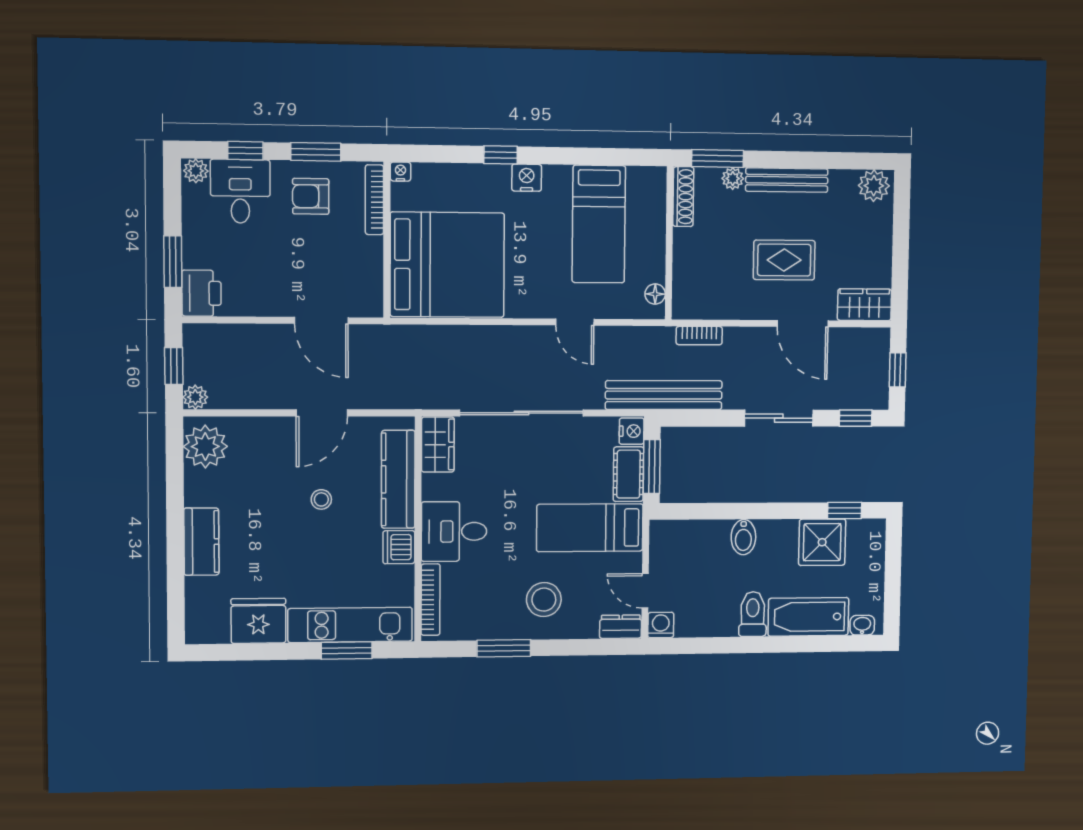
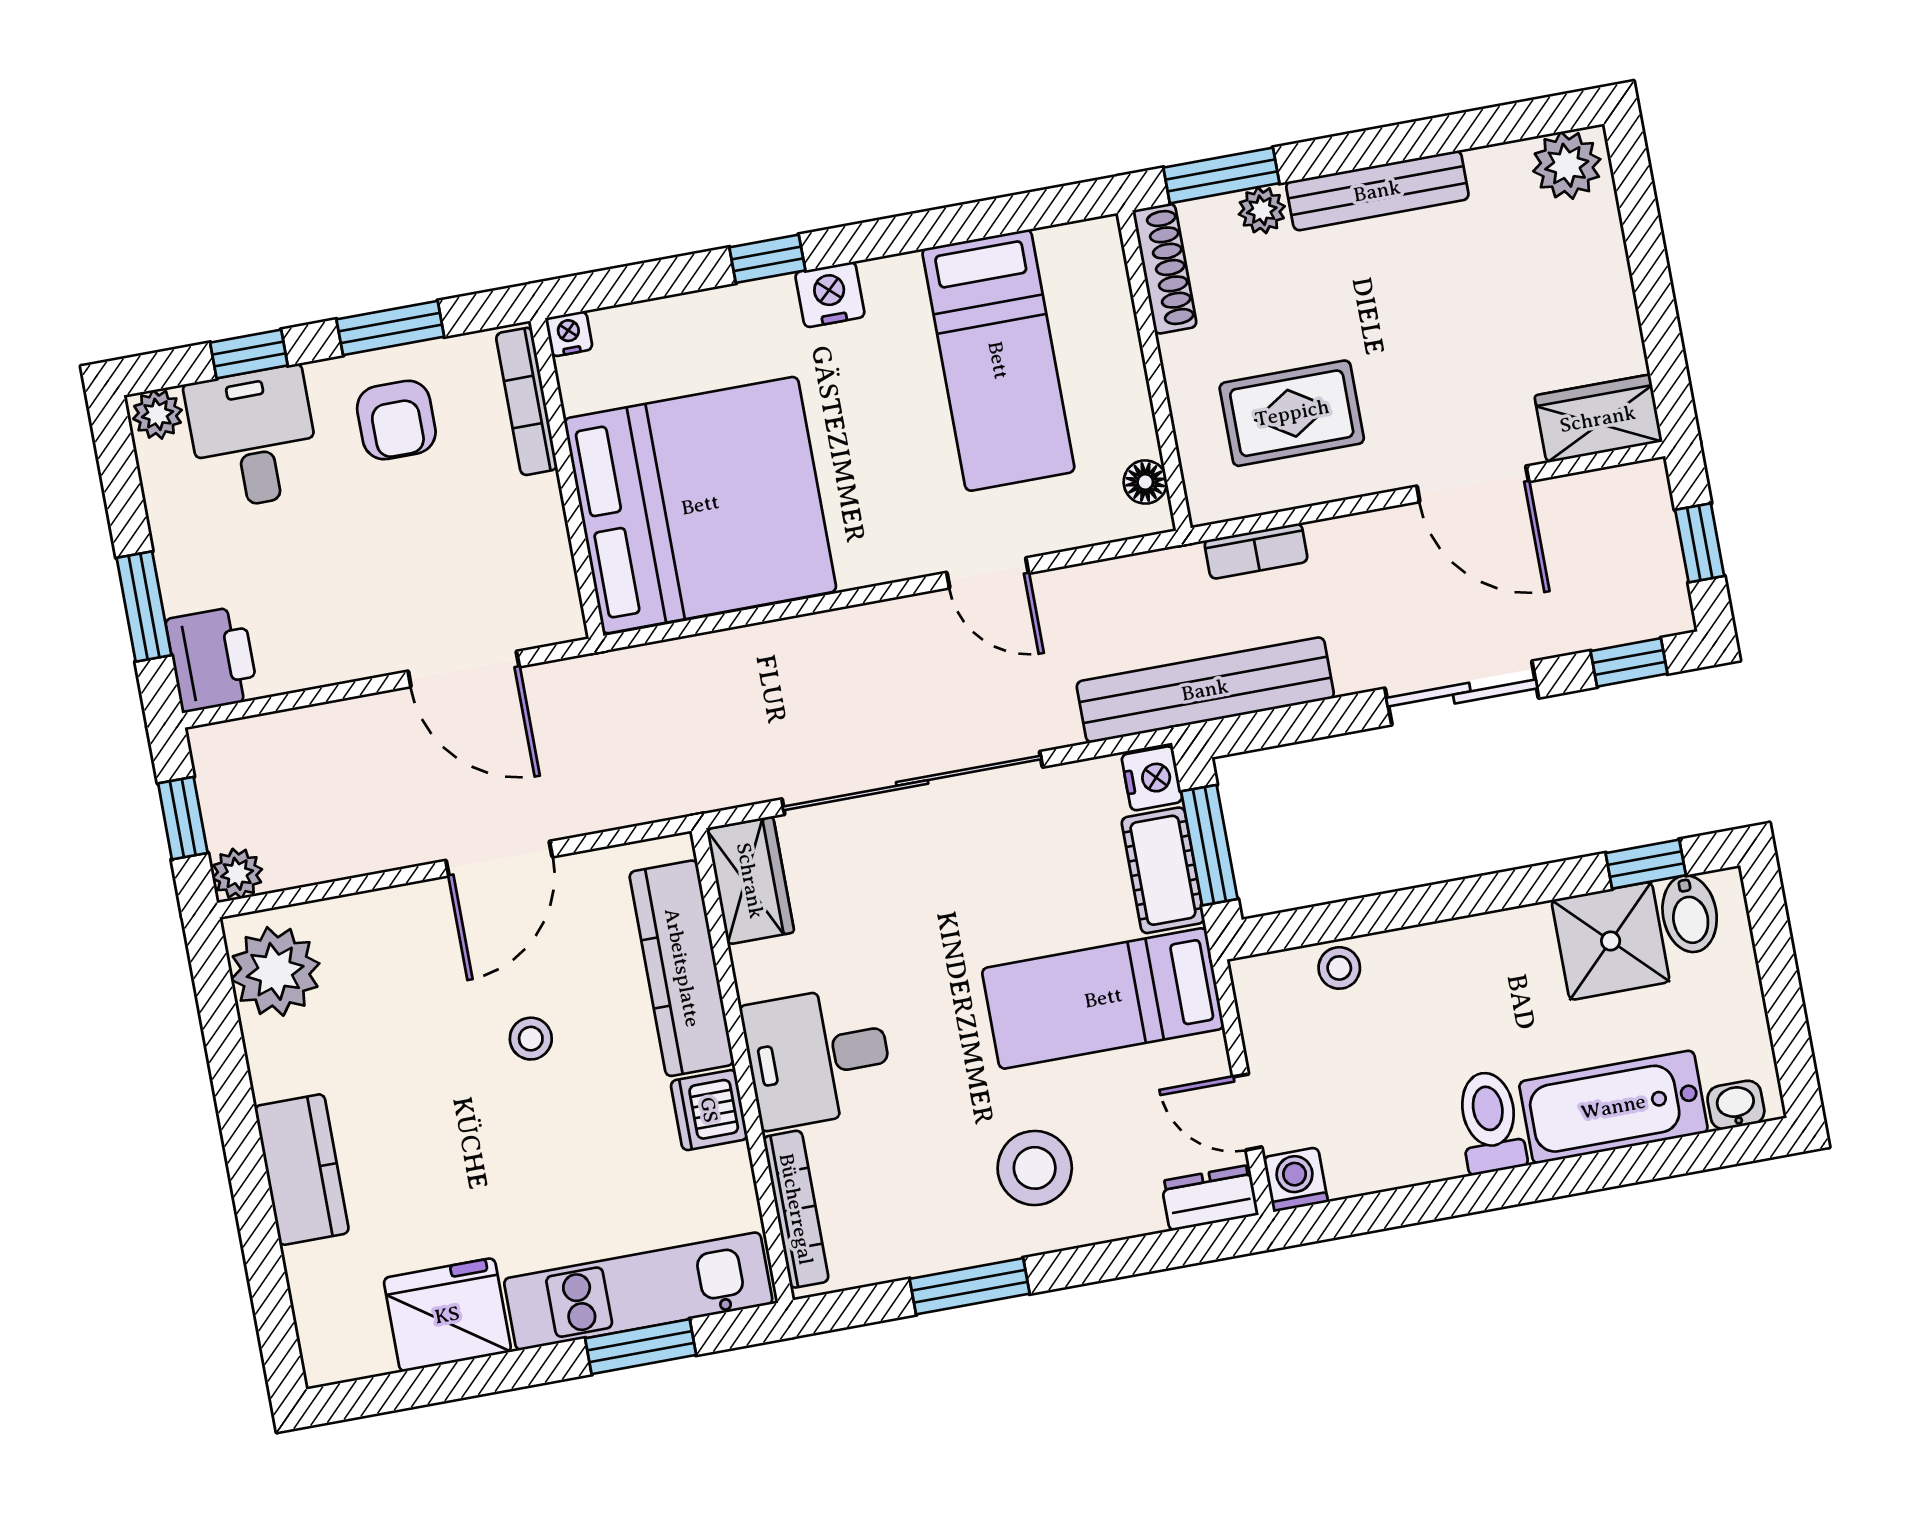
armchair: (311, 196) -> (396, 420), turned -90
rug: (784, 260) -> (1292, 413), moved
stool: (699, 533) -> (1339, 968), added
bidet: (743, 537) -> (1690, 914), moved

